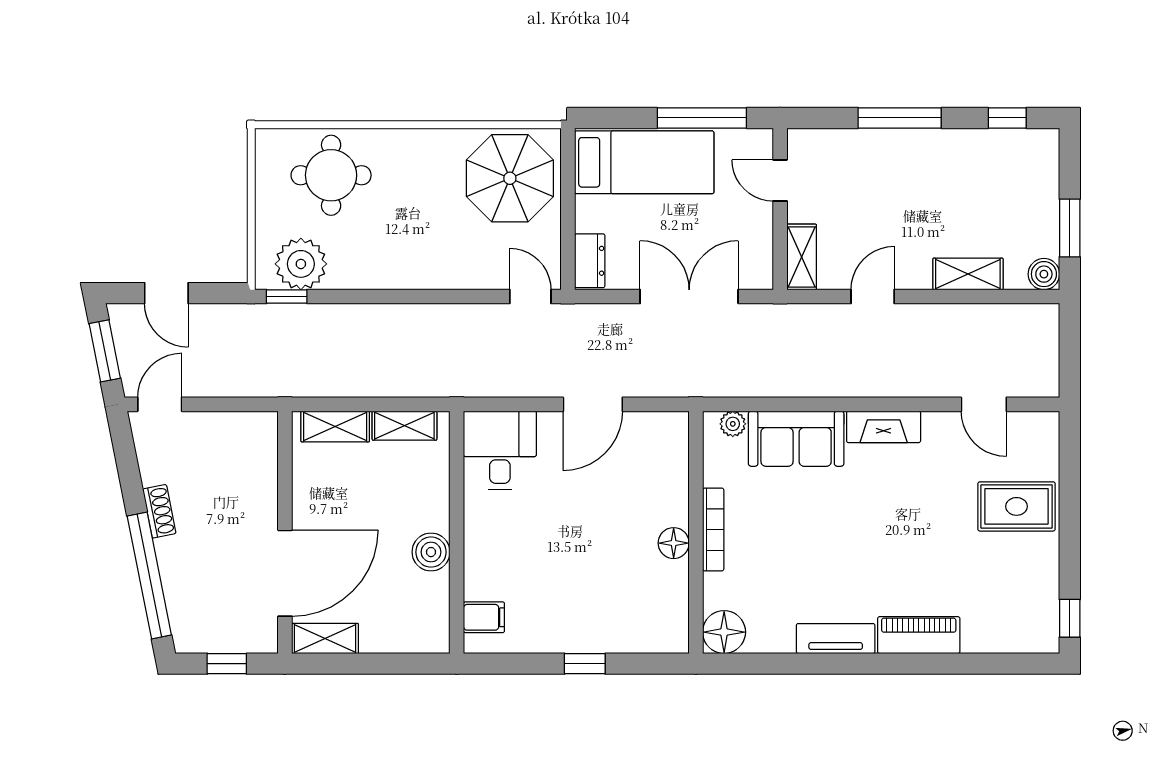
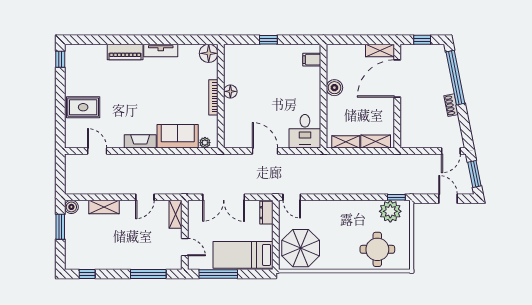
window: (900, 118) -> (148, 274), moved
door: (593, 404) -> (265, 151), hinge flipped

